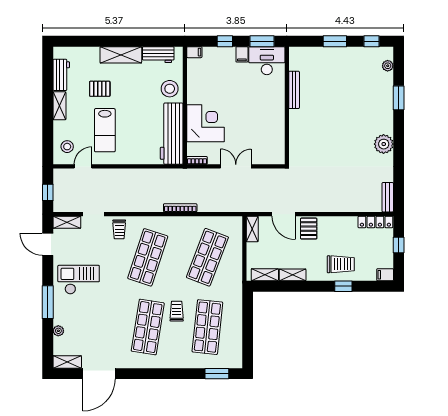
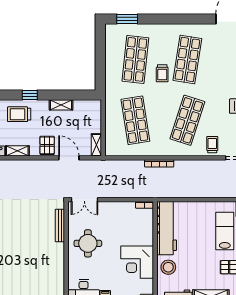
bench: (294, 90) -> (60, 225), moved
round table: (262, 116) -> (88, 243), added
corner desk: (205, 123) -> (137, 262), moved
double door: (236, 166) -> (84, 200), moved
shop shelf: (207, 257) -> (135, 120), turned -30
shelving: (265, 275) -> (17, 151), moved
window: (343, 286) -> (30, 95), moved

